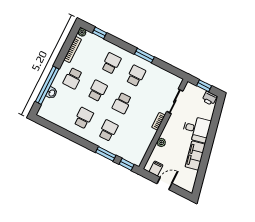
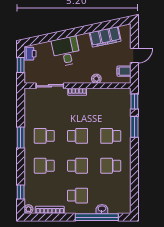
school desk: (97, 91) -> (77, 166), turned 180
filing cabinet: (195, 156) -> (105, 37), moved
door: (165, 183) -> (134, 56), swing flipped

